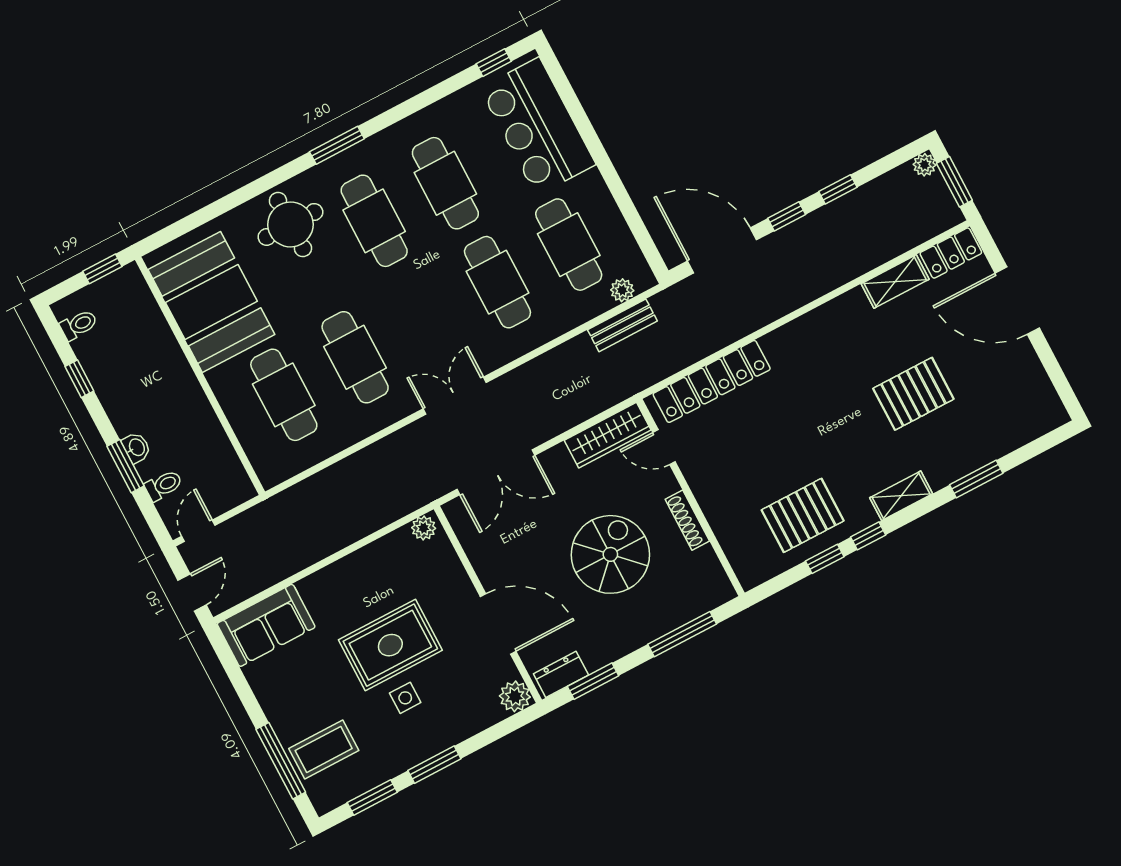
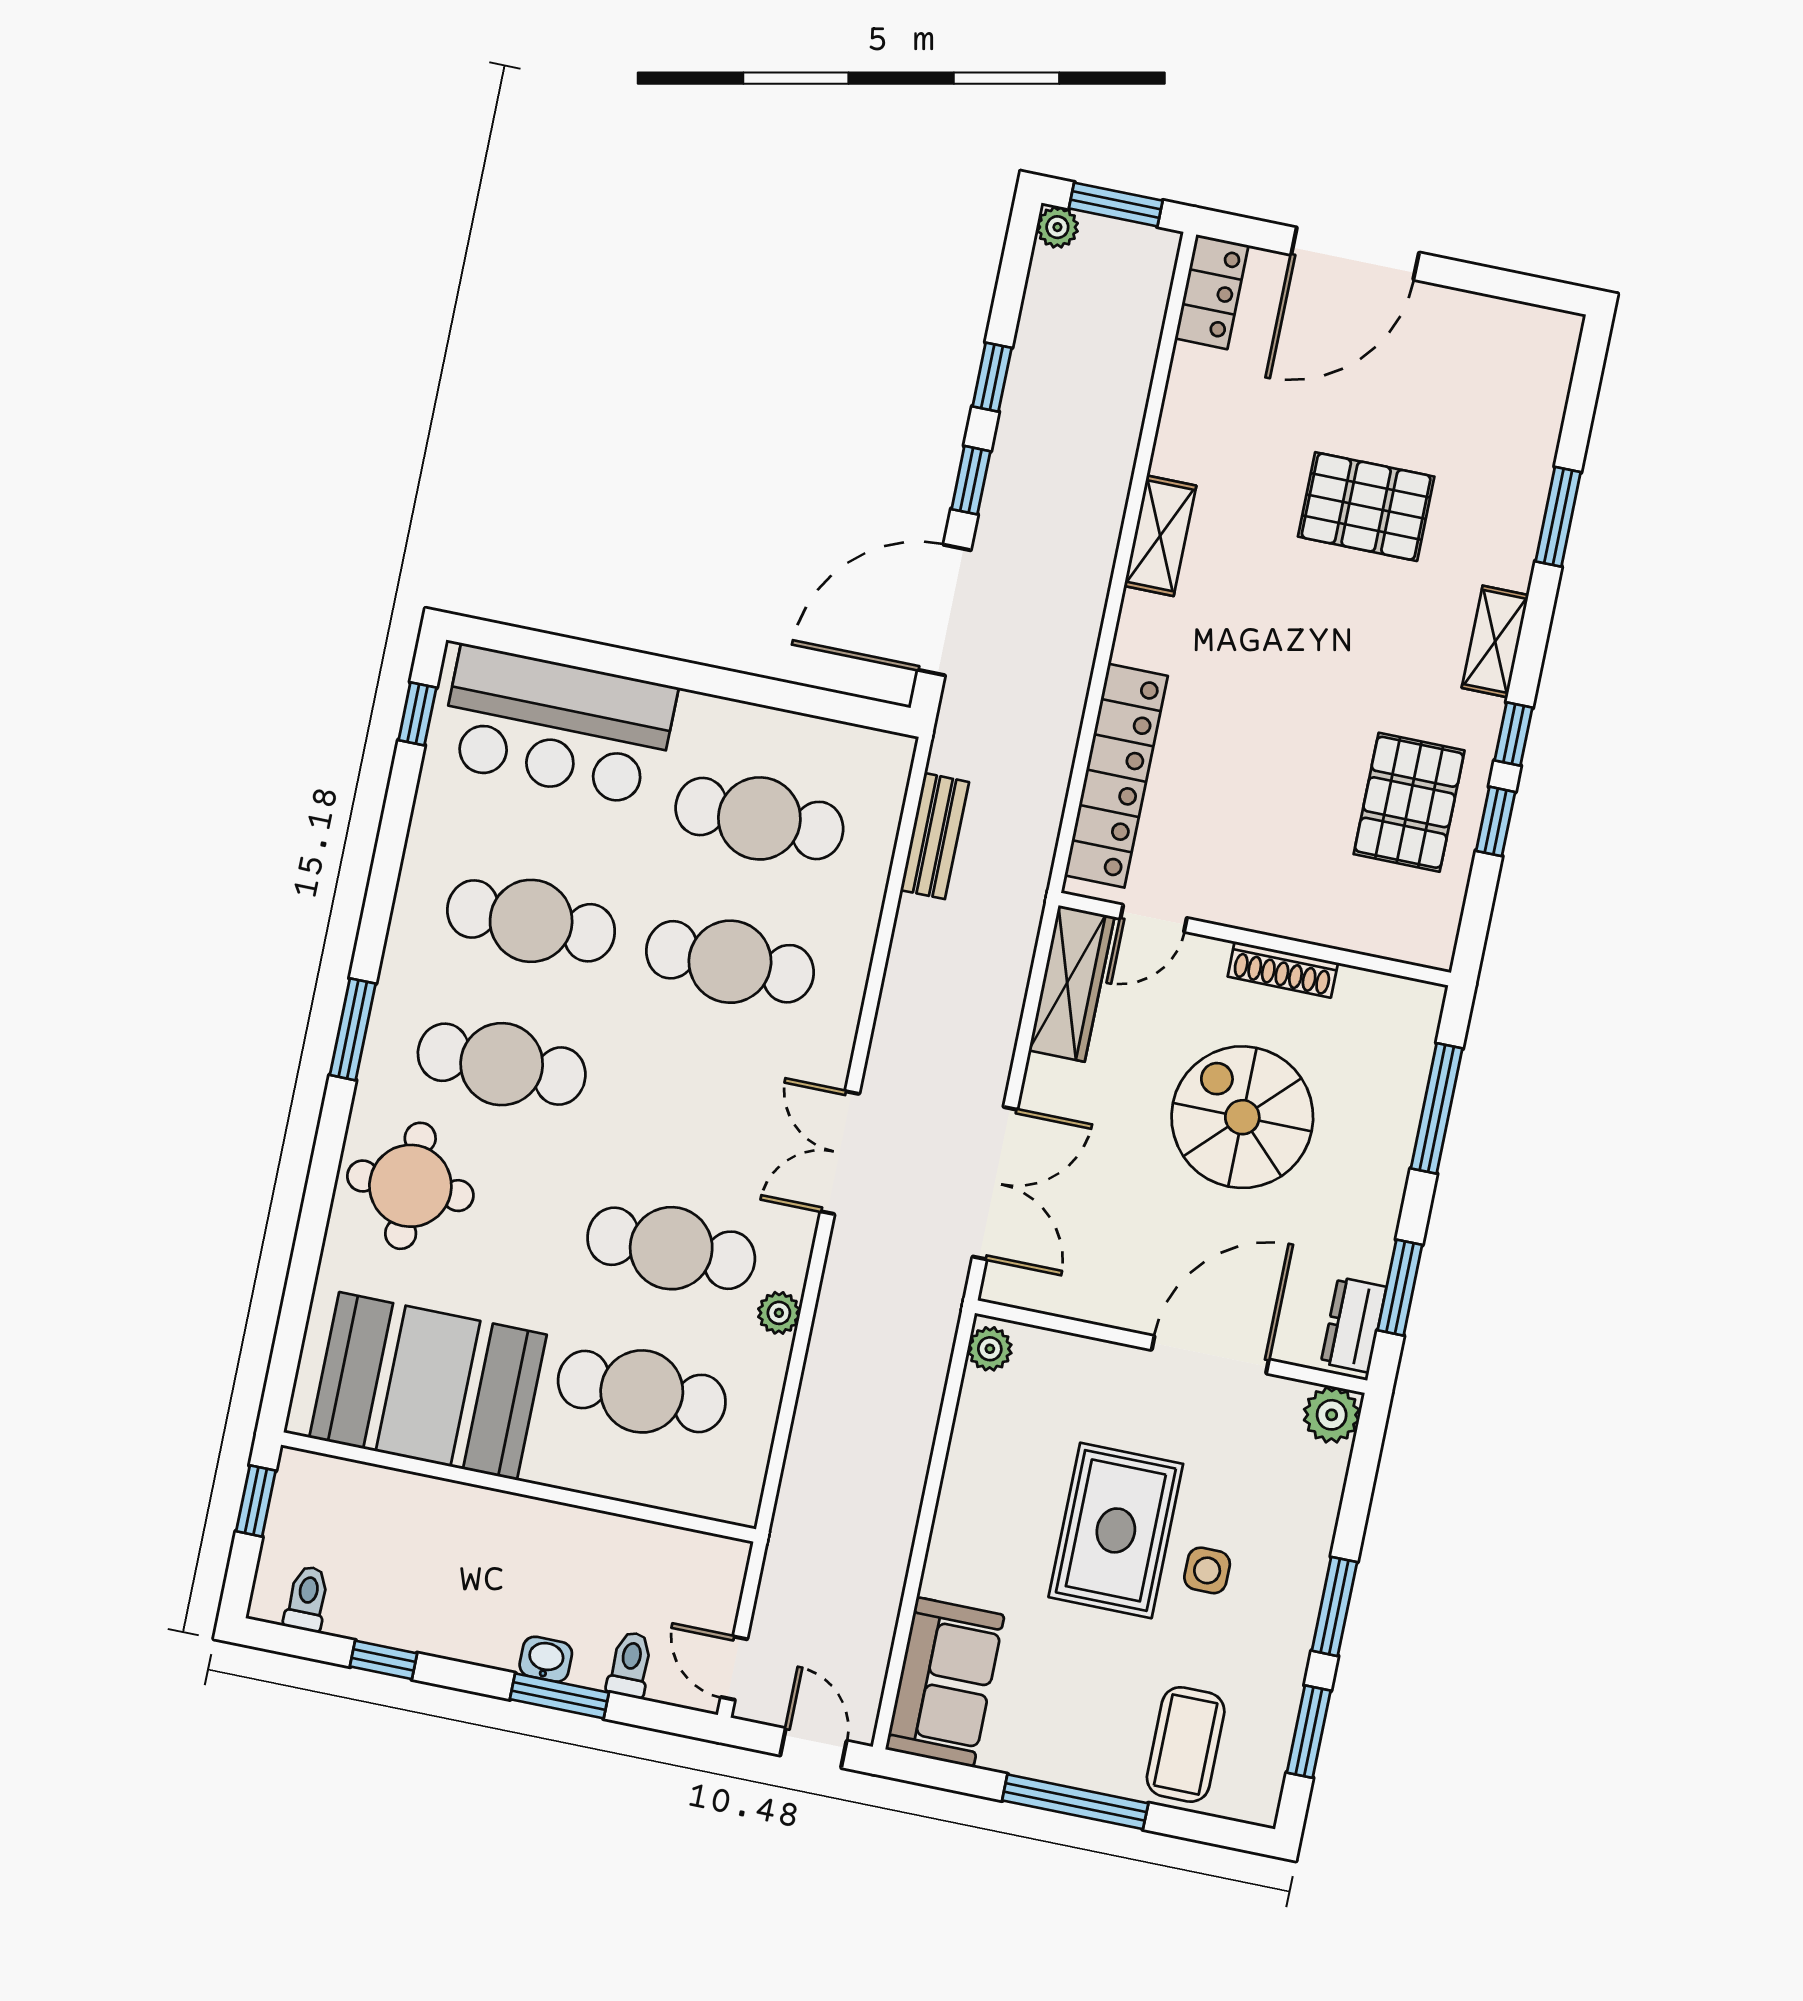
shelving: (895, 281) -> (1160, 536), moved
plant: (622, 290) -> (779, 1313), moved
pallet: (913, 394) -> (1366, 507), turned 90
window: (281, 761) -> (1075, 1802), moved

